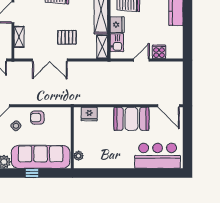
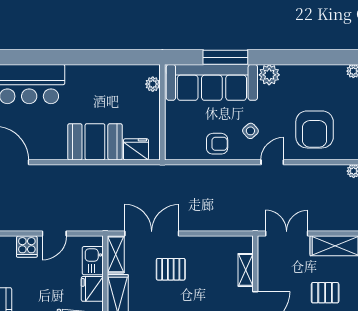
double door: (50, 60) -> (152, 234), moved
booth: (131, 119) -> (95, 142), moved
window: (32, 173) -> (225, 57), width x2.17

